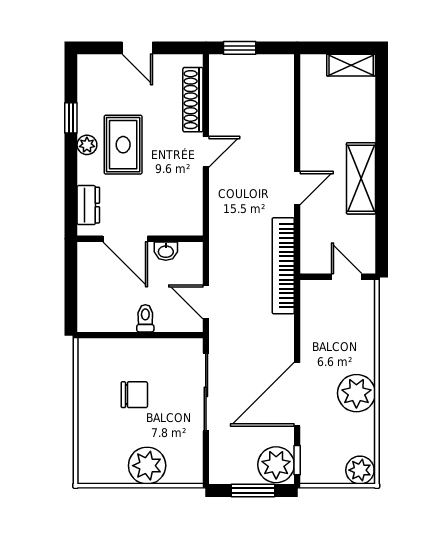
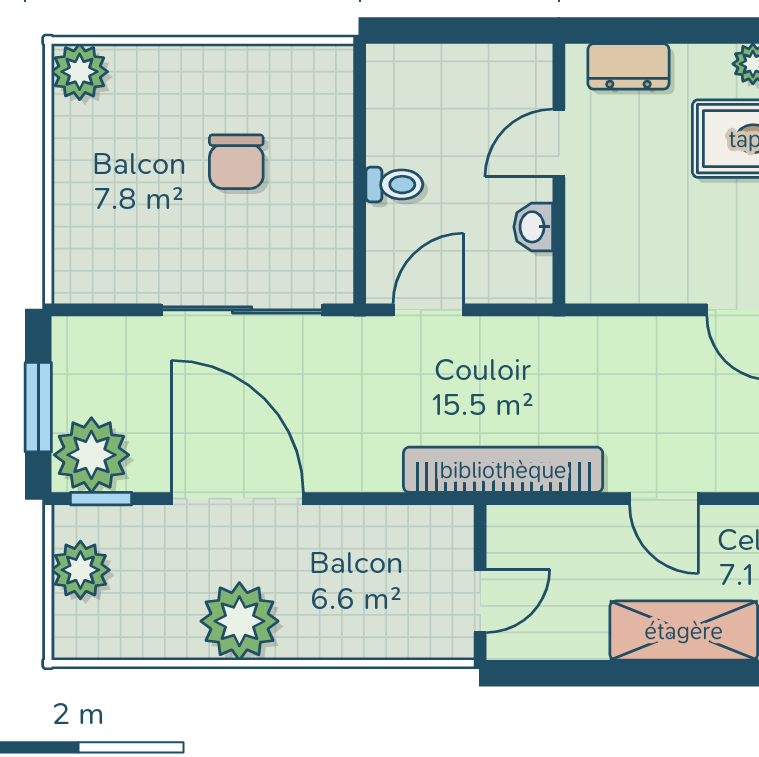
door: (125, 239) -> (559, 143), width x0.73
plant: (147, 466) -> (80, 72), moved, width x0.73, depth x0.73
plant: (360, 470) -> (80, 570), moved

